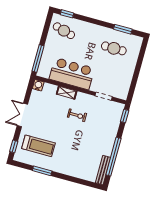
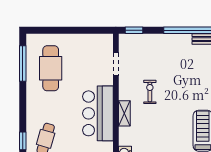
window: (123, 29) -> (23, 63), width x1.44
cafe table: (114, 48) -> (51, 68), width x1.37, depth x1.35

